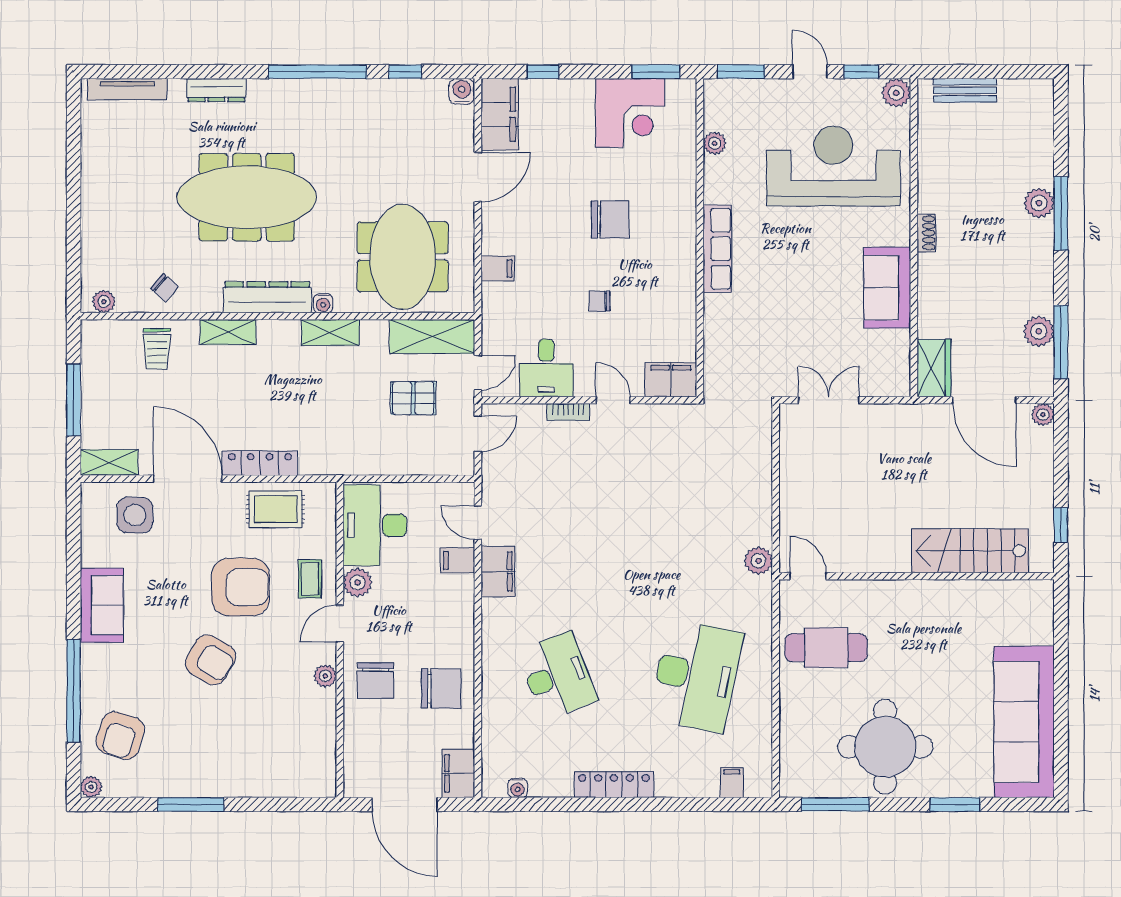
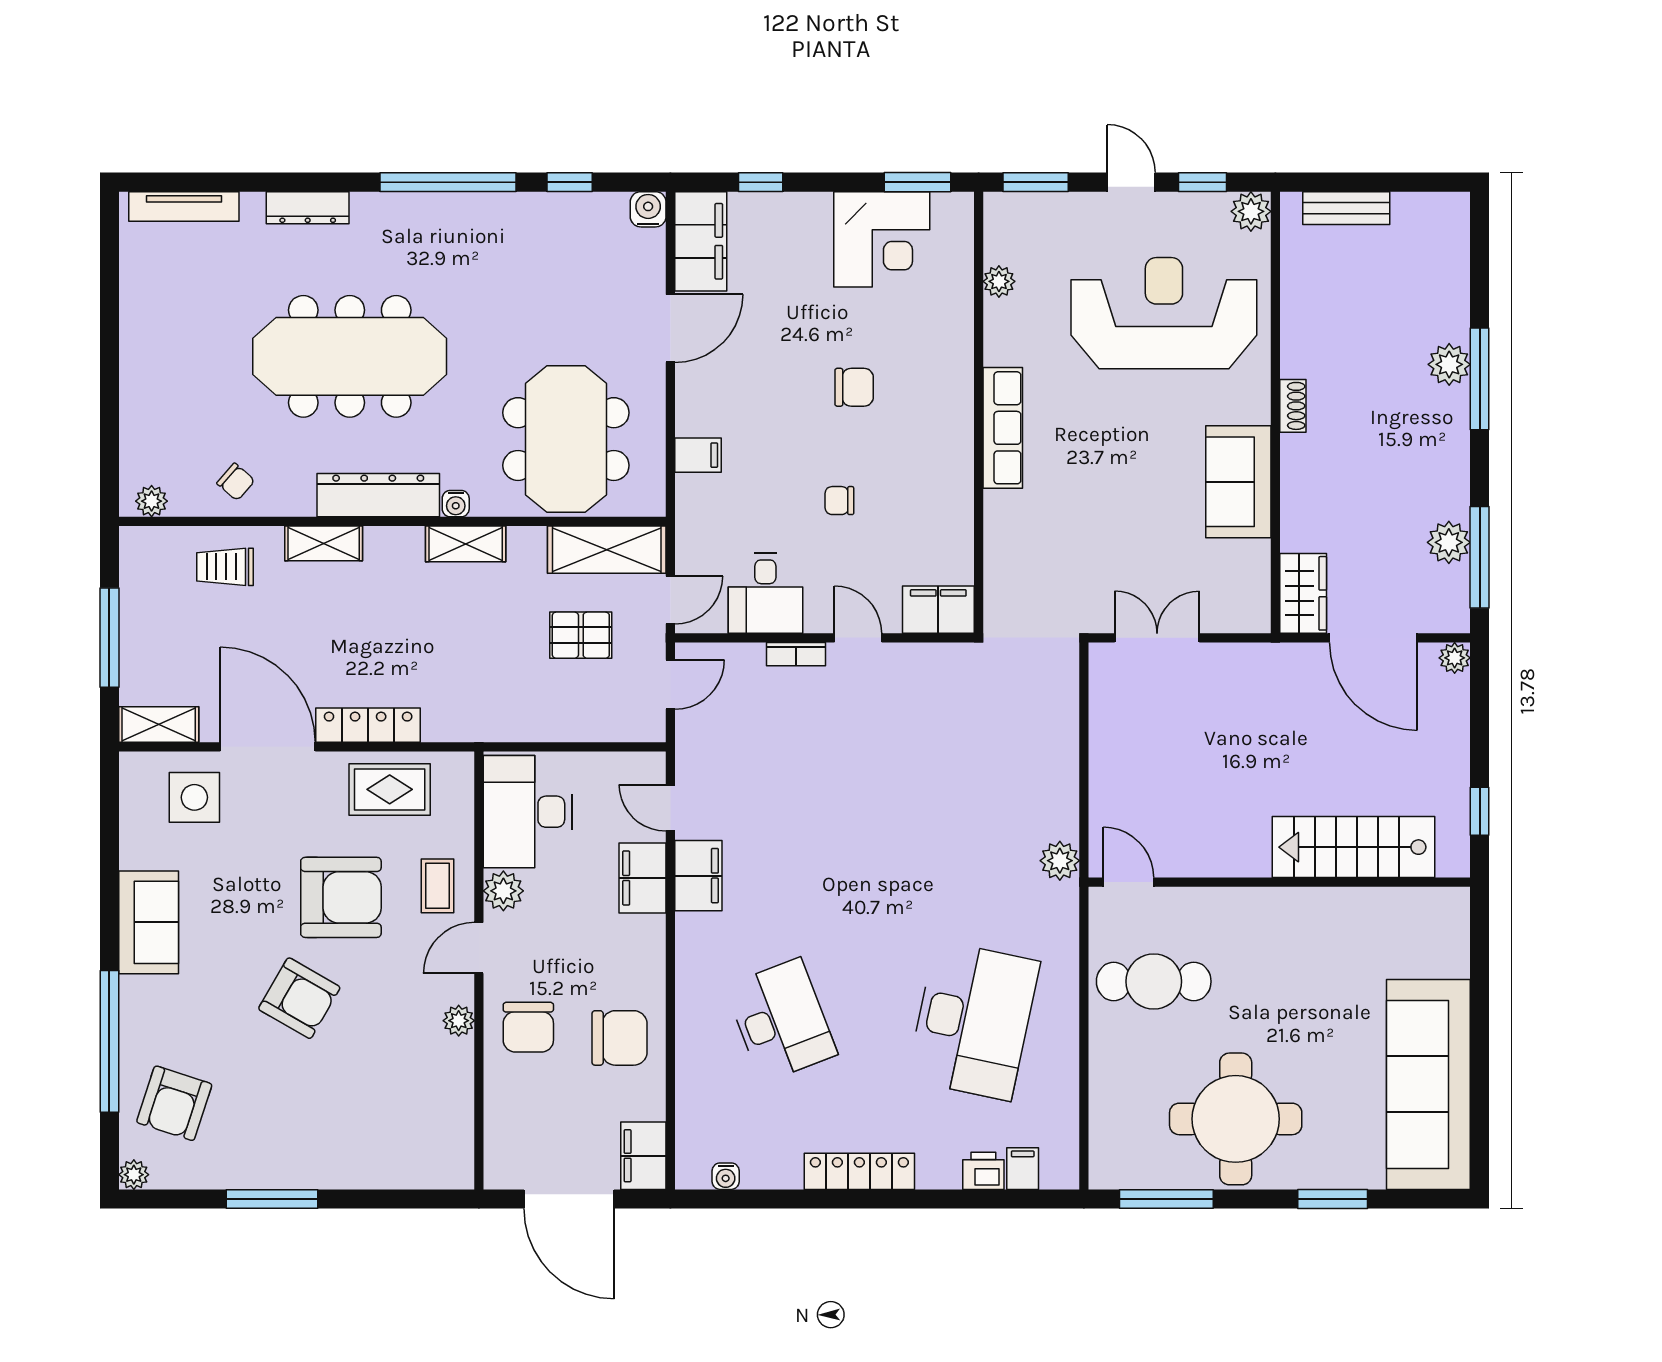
chair: (610, 219) -> (854, 387), width x0.73, depth x0.73
trolley: (157, 349) -> (225, 567), turned 90
filing cabinet: (458, 560) -> (643, 878), width x2.00
printer: (703, 784) -> (983, 1171), added

